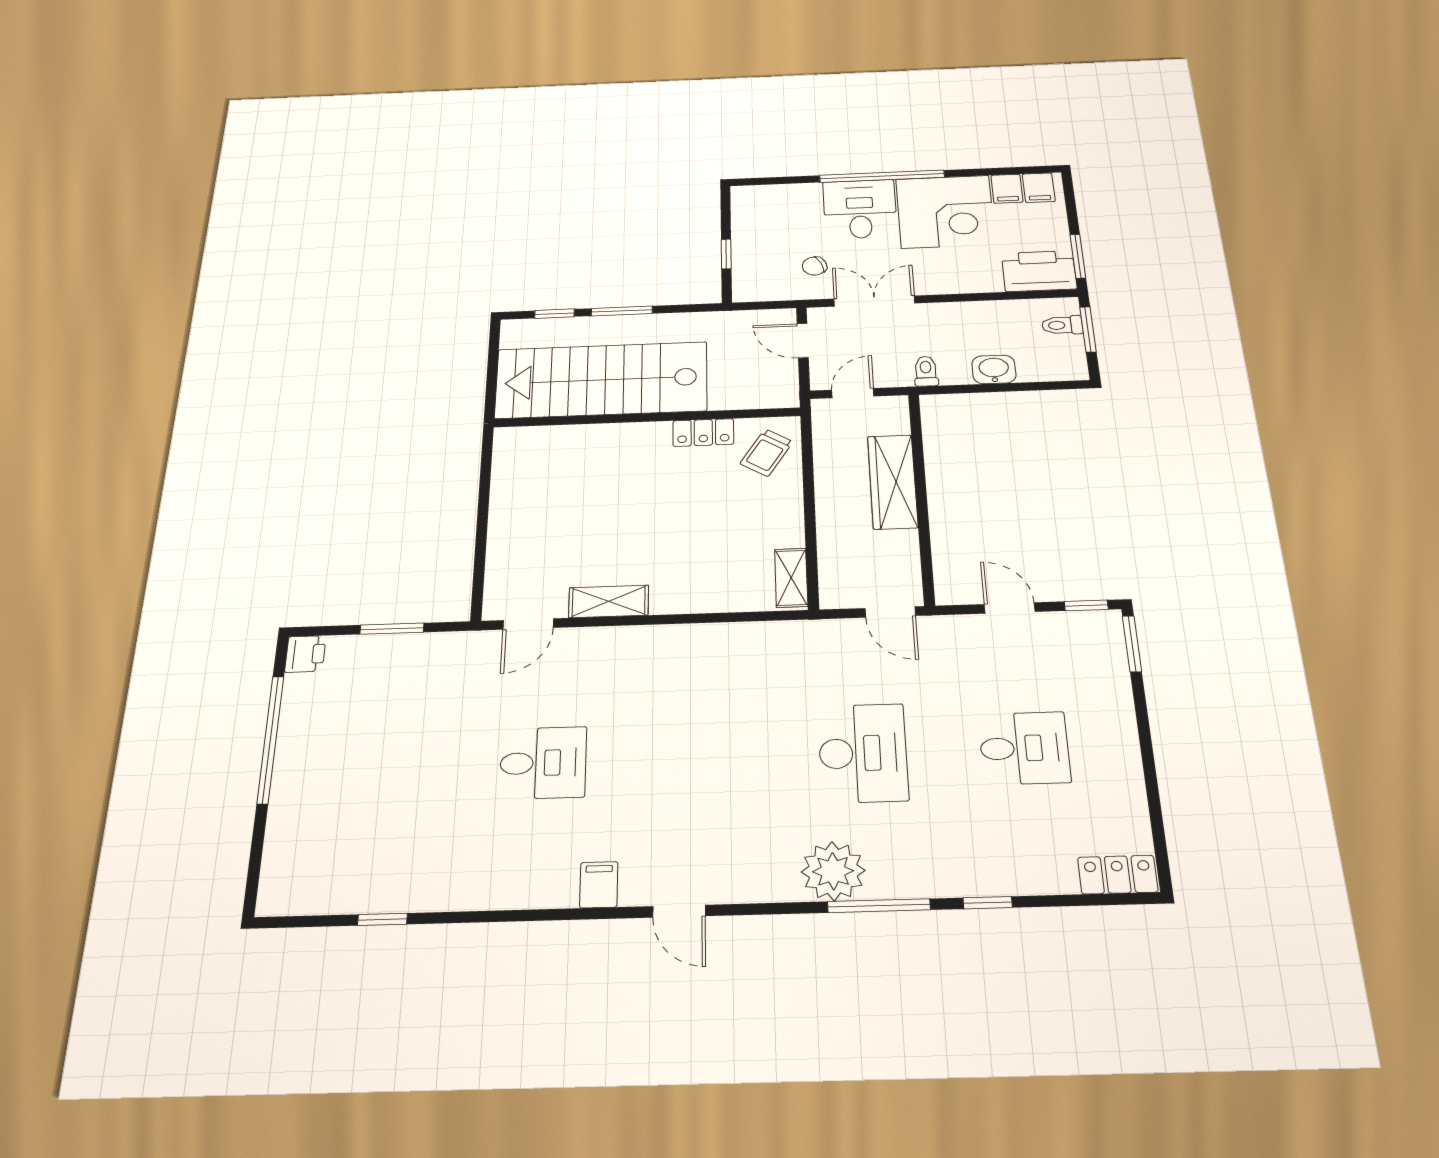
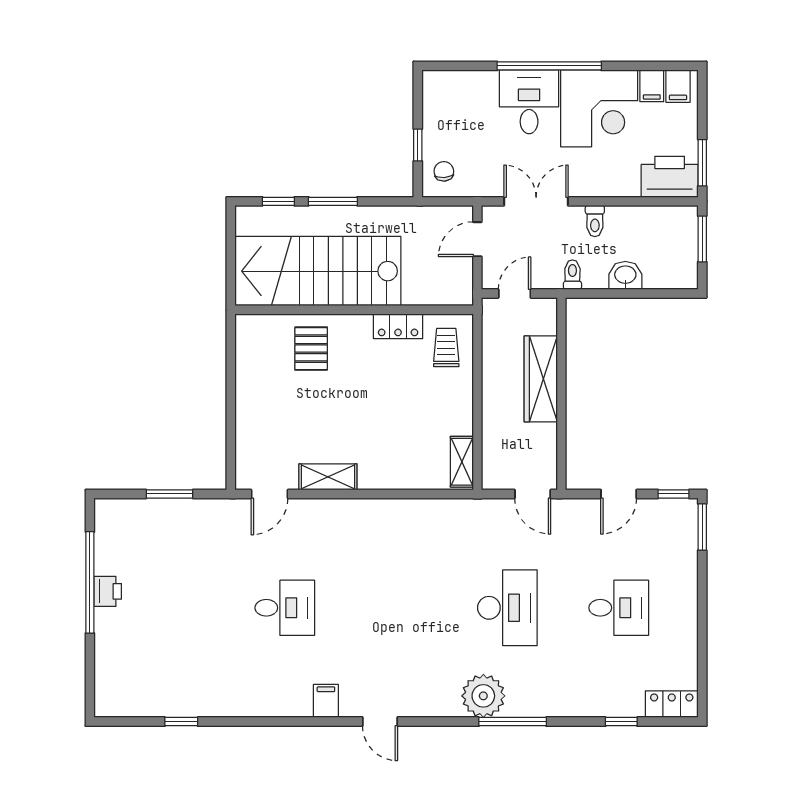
chair: (815, 266) -> (444, 171), moved, turned 110
toilet: (1062, 325) -> (595, 221), moved, turned -90
door: (803, 341) -> (477, 239), hinge flipped
trolley: (766, 453) -> (446, 348), turned 148
pallet: (590, 460) -> (311, 349), added
door: (1010, 608) -> (619, 494), swing flipped
printer: (305, 654) -> (108, 591), moved
window: (988, 903) -> (621, 722), moved

